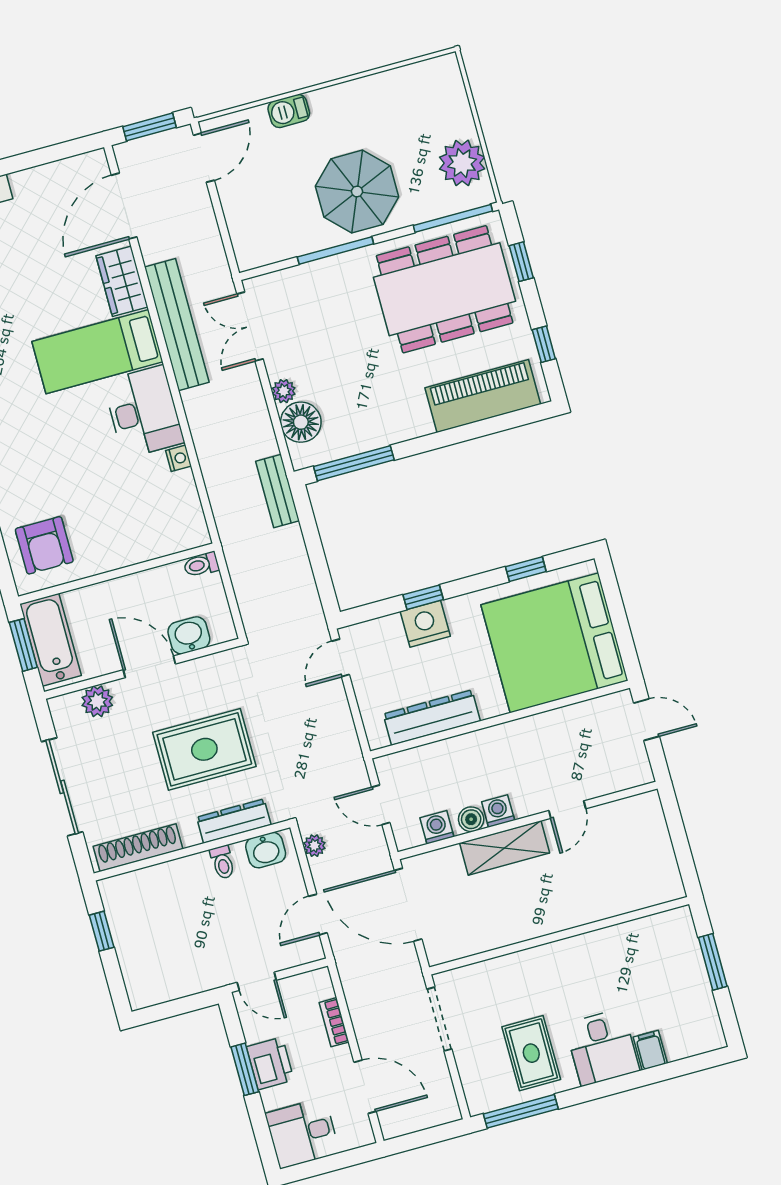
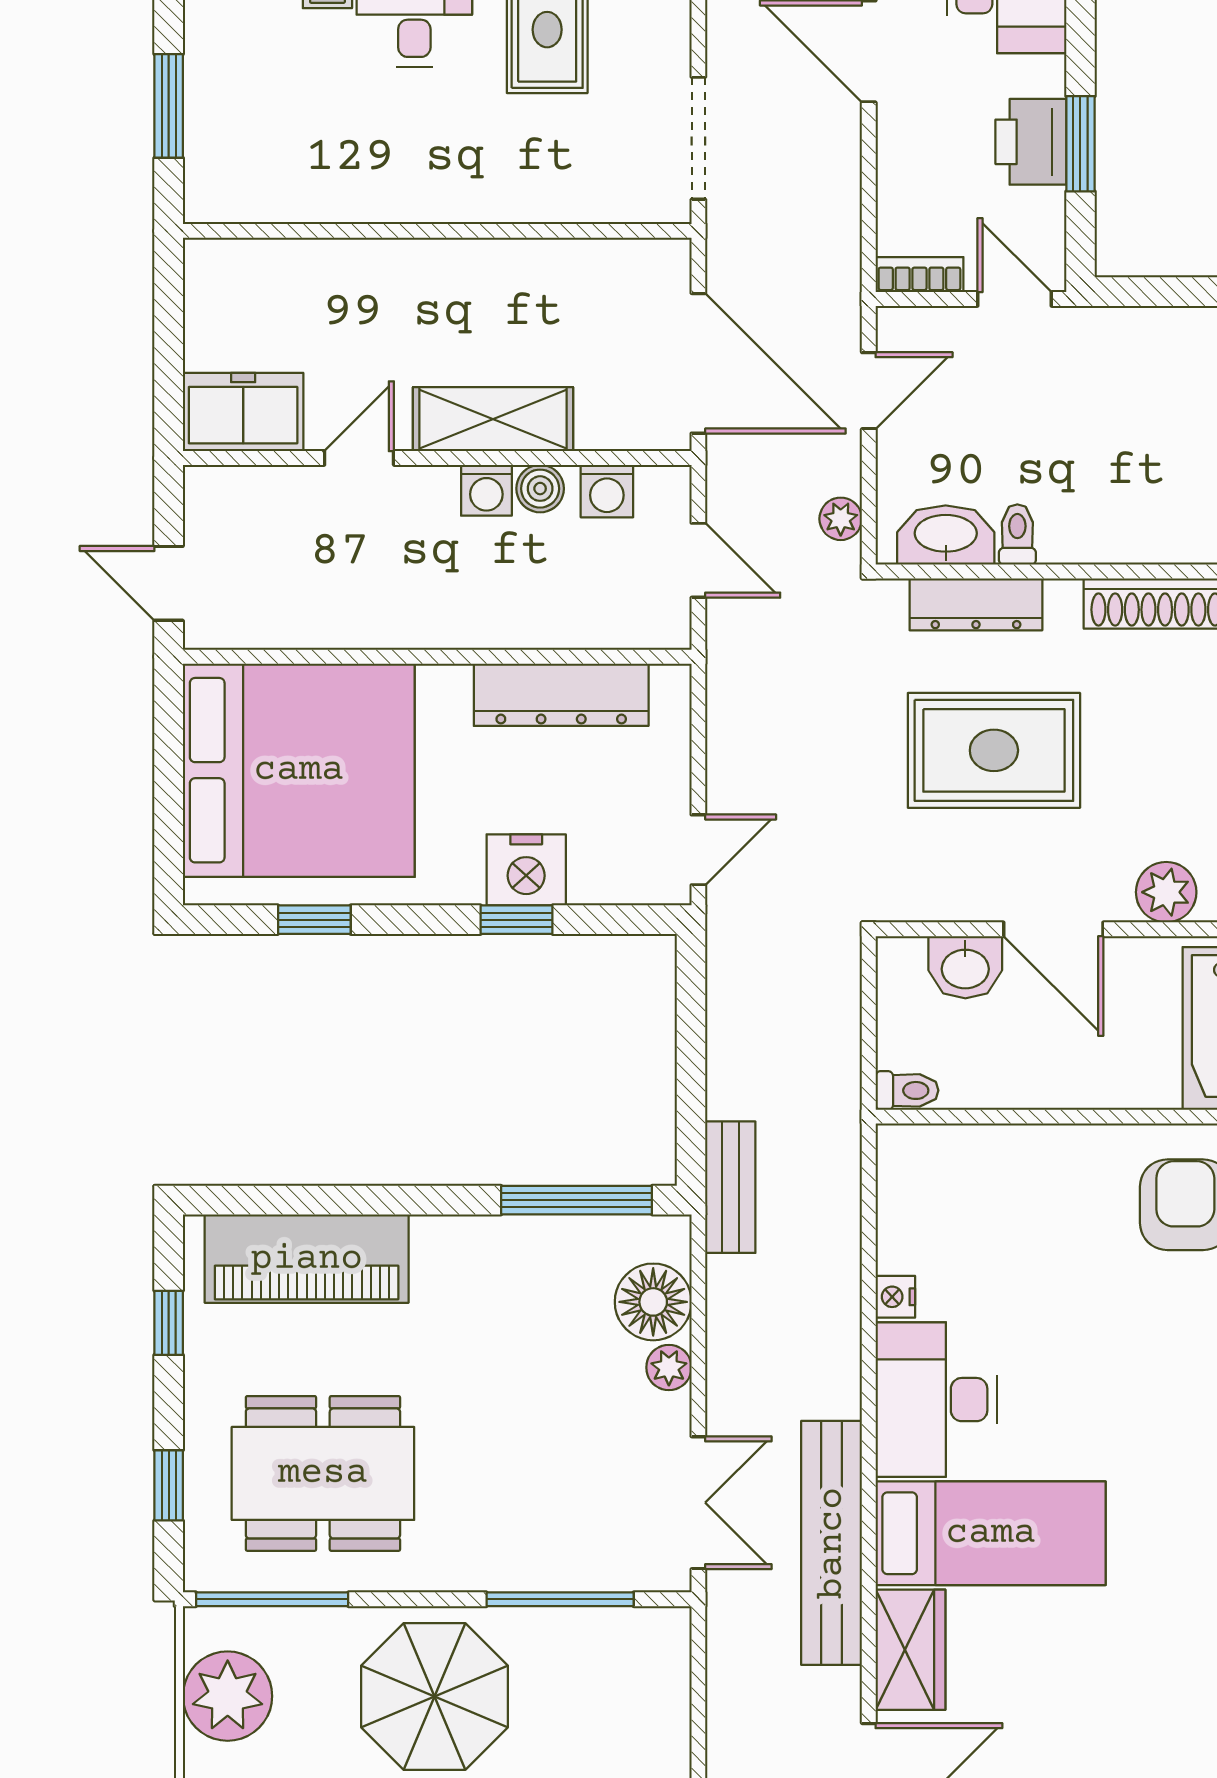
window: (335, 250) -> (560, 1599), moved
dining table: (445, 289) -> (323, 1473), width x0.73, depth x0.80
freezer: (632, 817) -> (243, 412), added
washbasin: (266, 850) -> (946, 535), width x1.38
bookcase: (334, 1022) -> (919, 275), moved, turned -90

